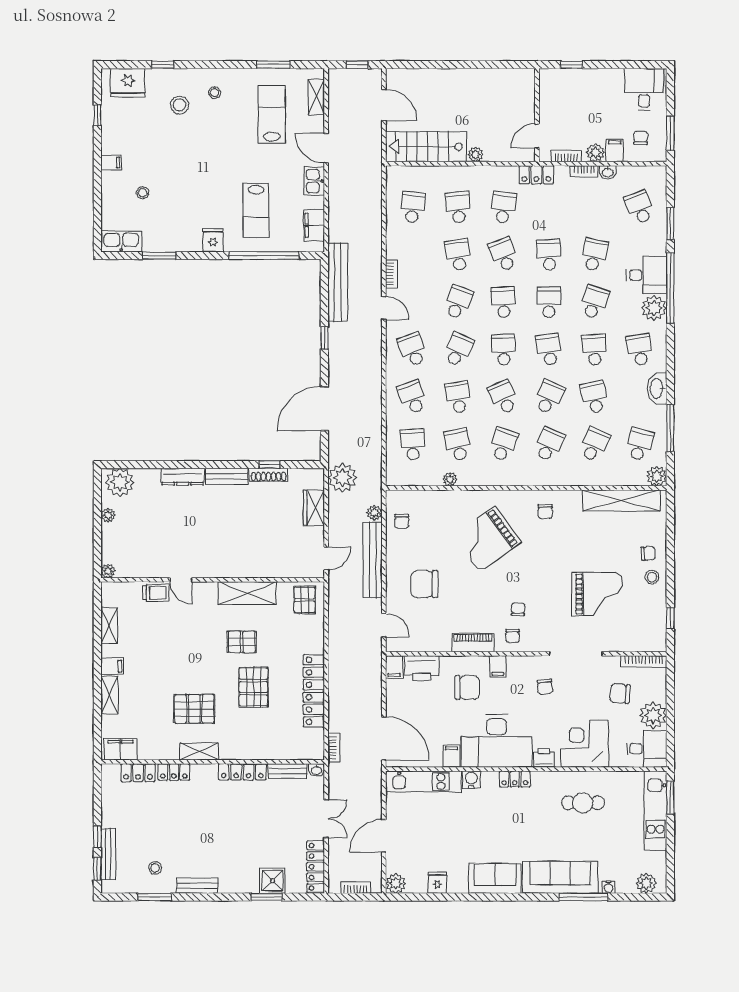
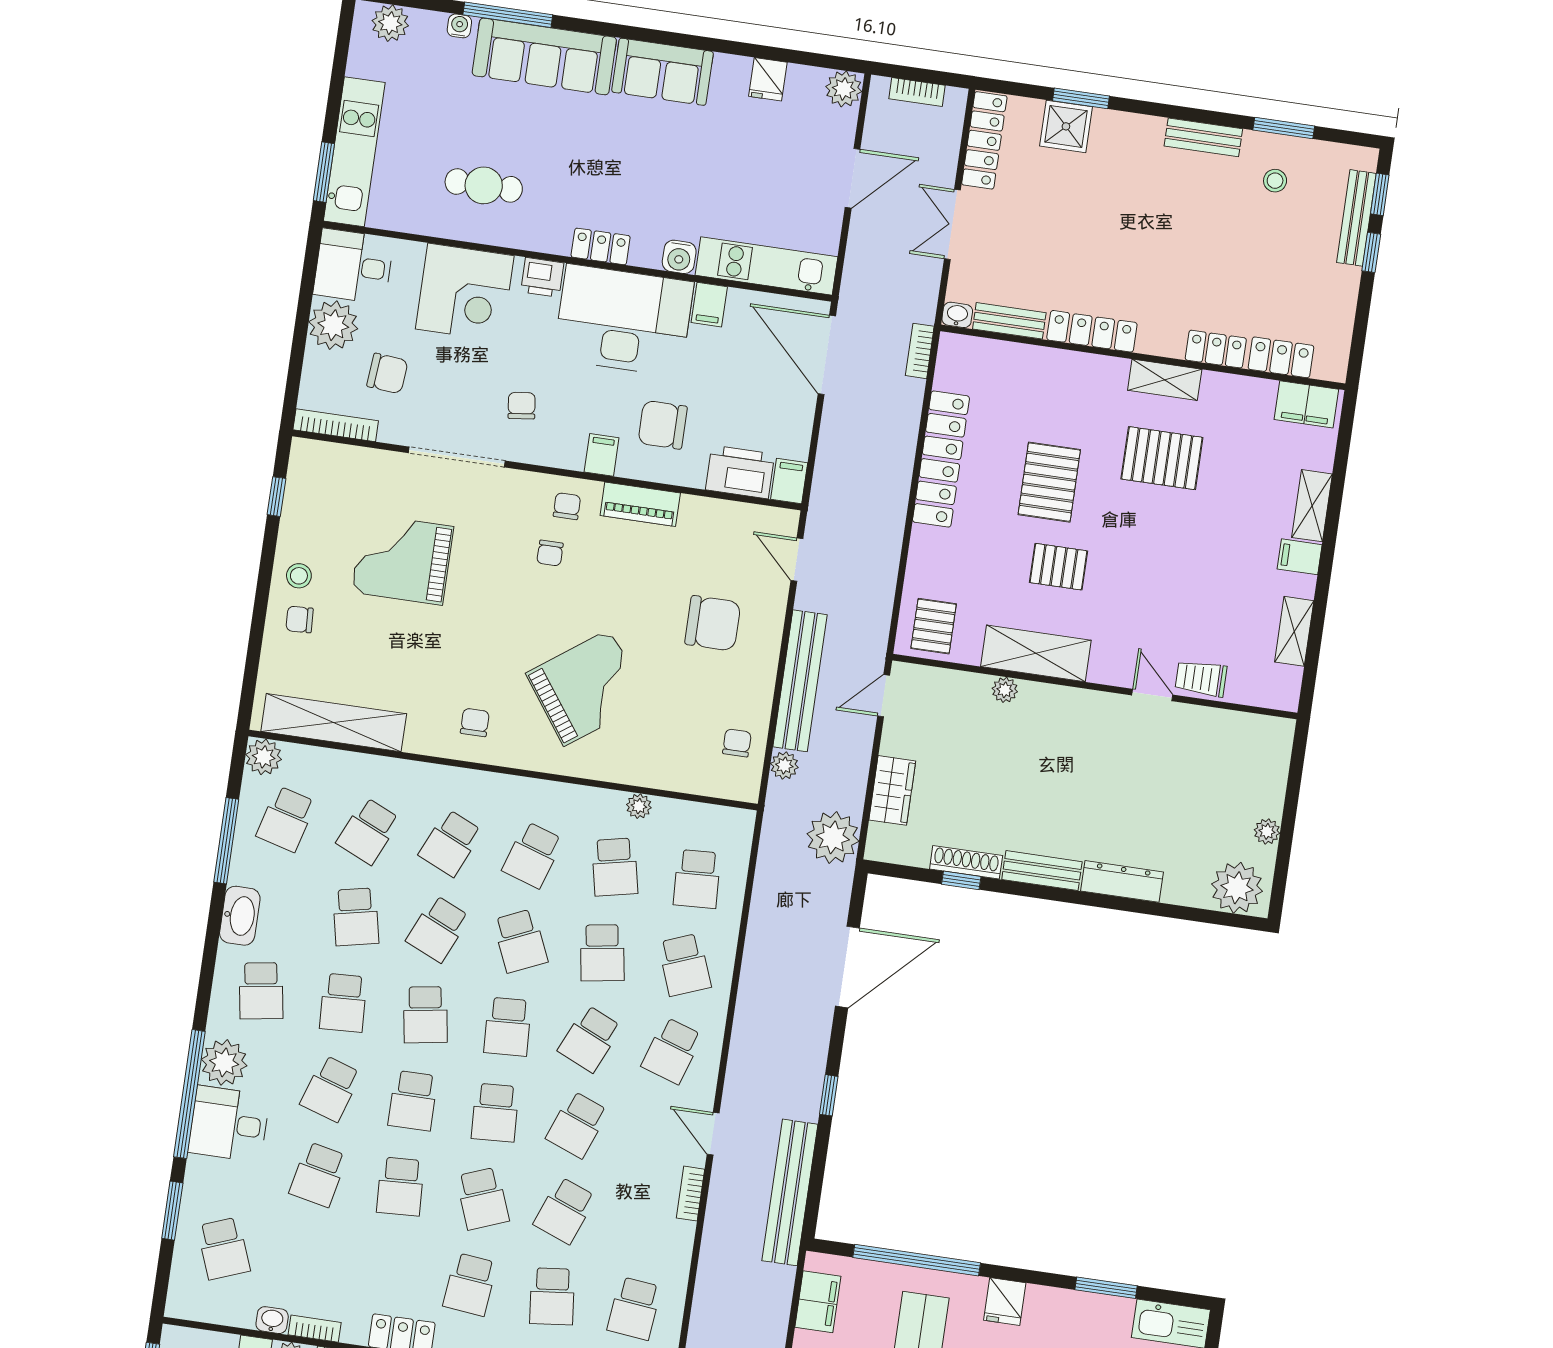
school desk: (458, 255) -> (565, 1210), turned 30
school desk: (413, 350) -> (672, 1051), turned 39
plant: (108, 571) -> (1005, 690), moved

